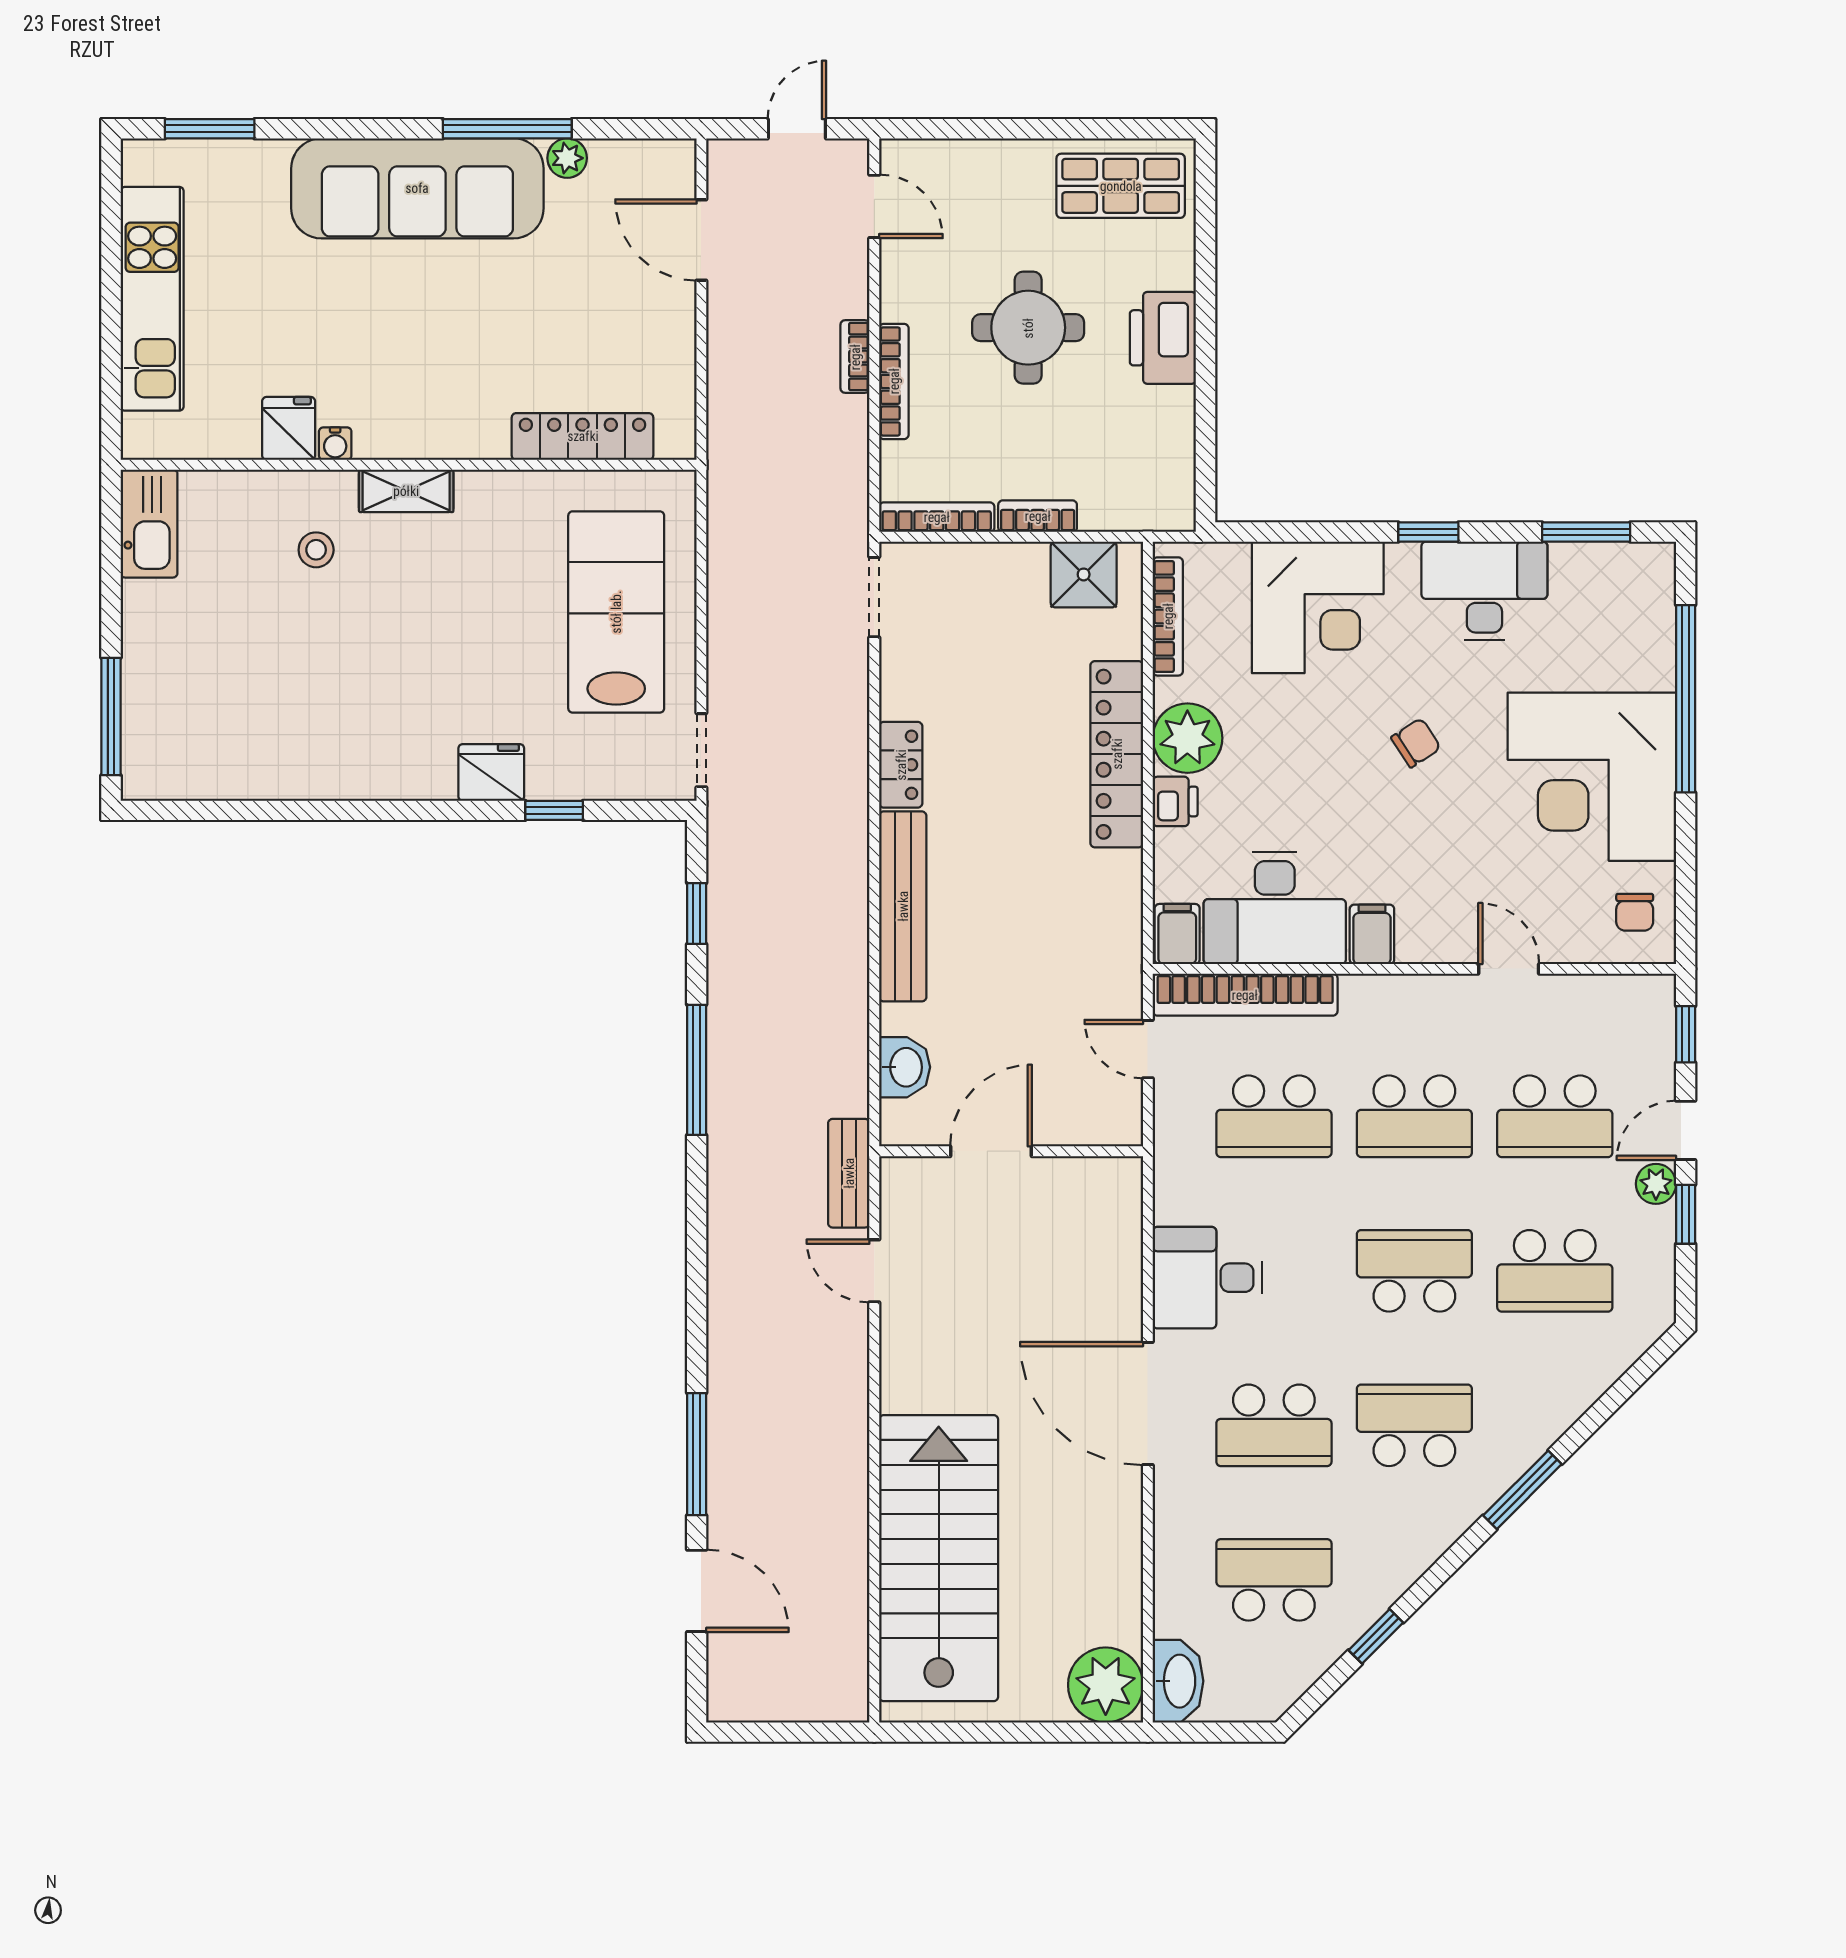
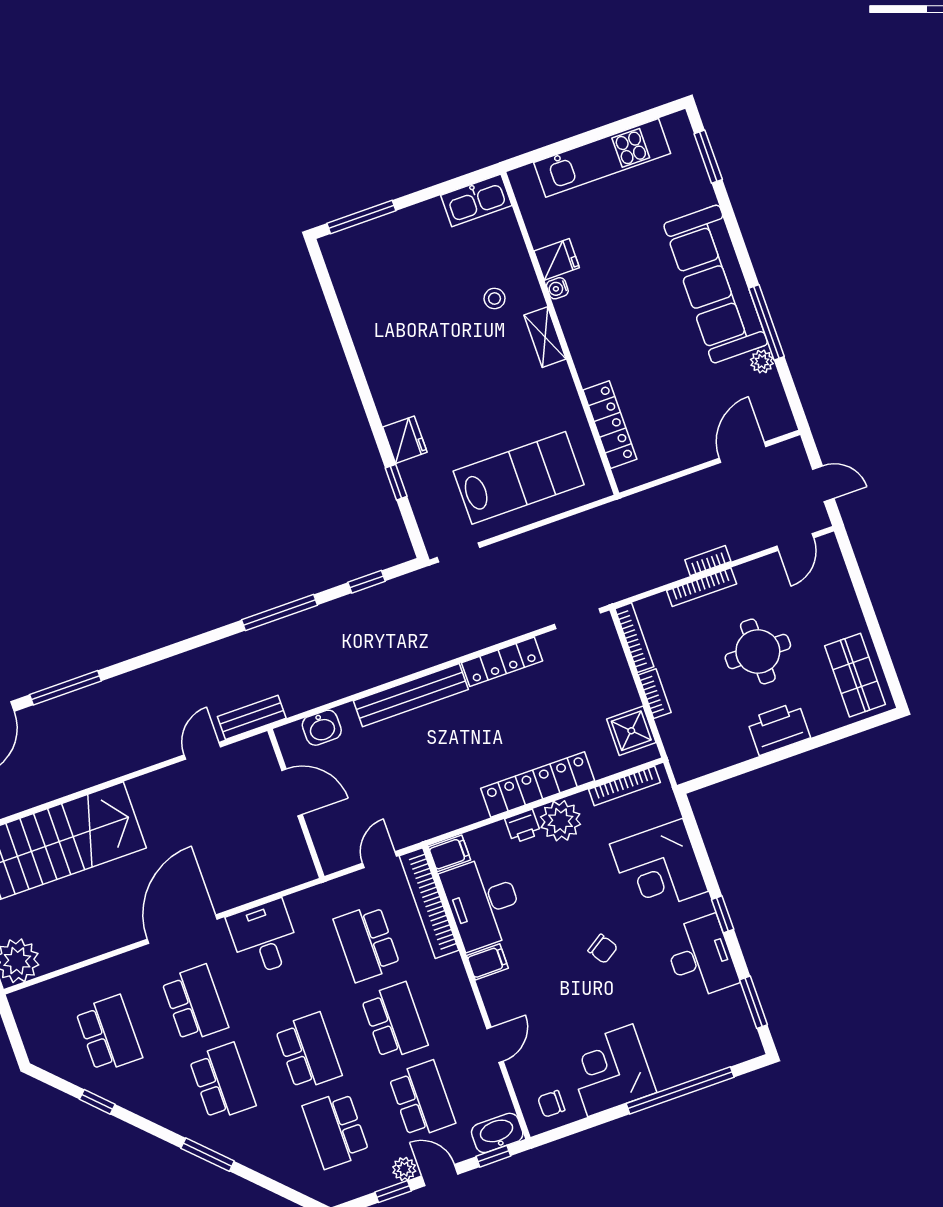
locker: (901, 765) -> (502, 662), width x1.53
corner desk: (1592, 777) -> (610, 1070), width x0.74, depth x0.74
school desk: (1414, 1116) -> (394, 1021), turned 180
school desk: (1555, 1116) -> (422, 1099), turned 180
school desk: (1274, 1425) -> (195, 1004), turned 180
washbasin: (1178, 1681) -> (497, 1133), moved, turned 180

